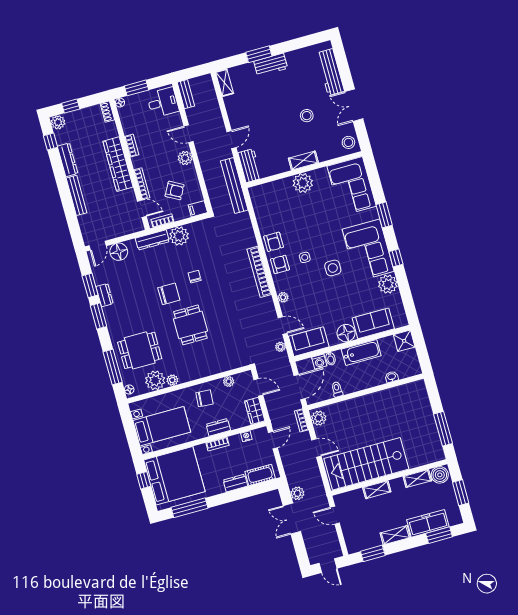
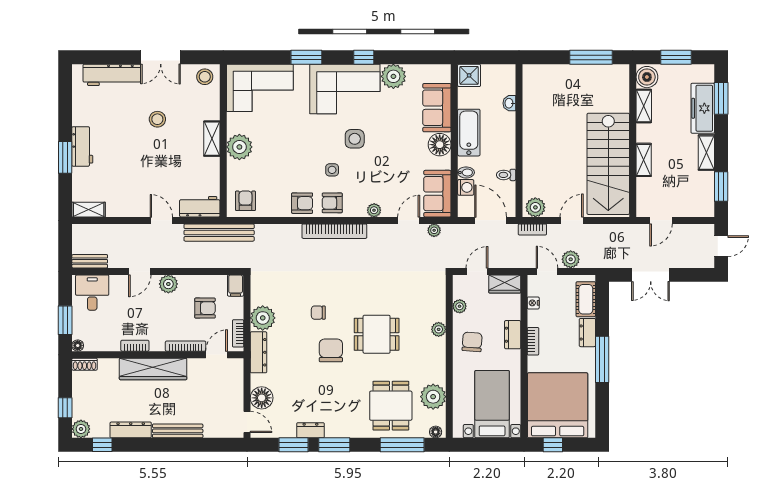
armchair: (175, 191) -> (205, 308), turned 61
armchair: (264, 199) -> (245, 201), added
plant: (172, 380) -> (439, 329), moved
plant: (297, 493) -> (571, 259), moved
window: (190, 508) -> (602, 359), moved

